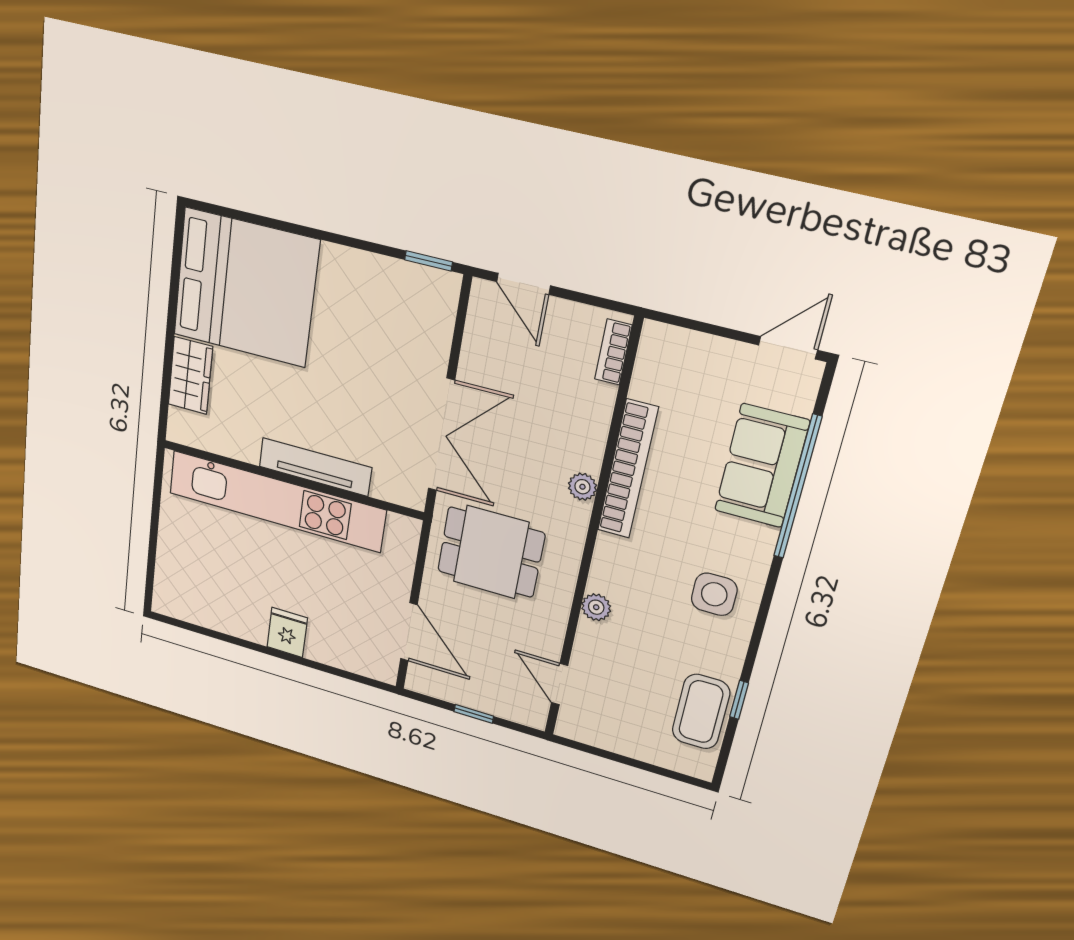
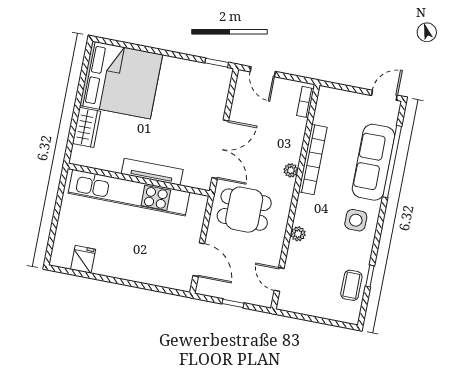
sofa: (762, 466) -> (374, 162), width x1.36
fridge: (287, 632) -> (83, 259), moved
coffee table: (701, 712) -> (351, 285), width x0.73, depth x0.77

